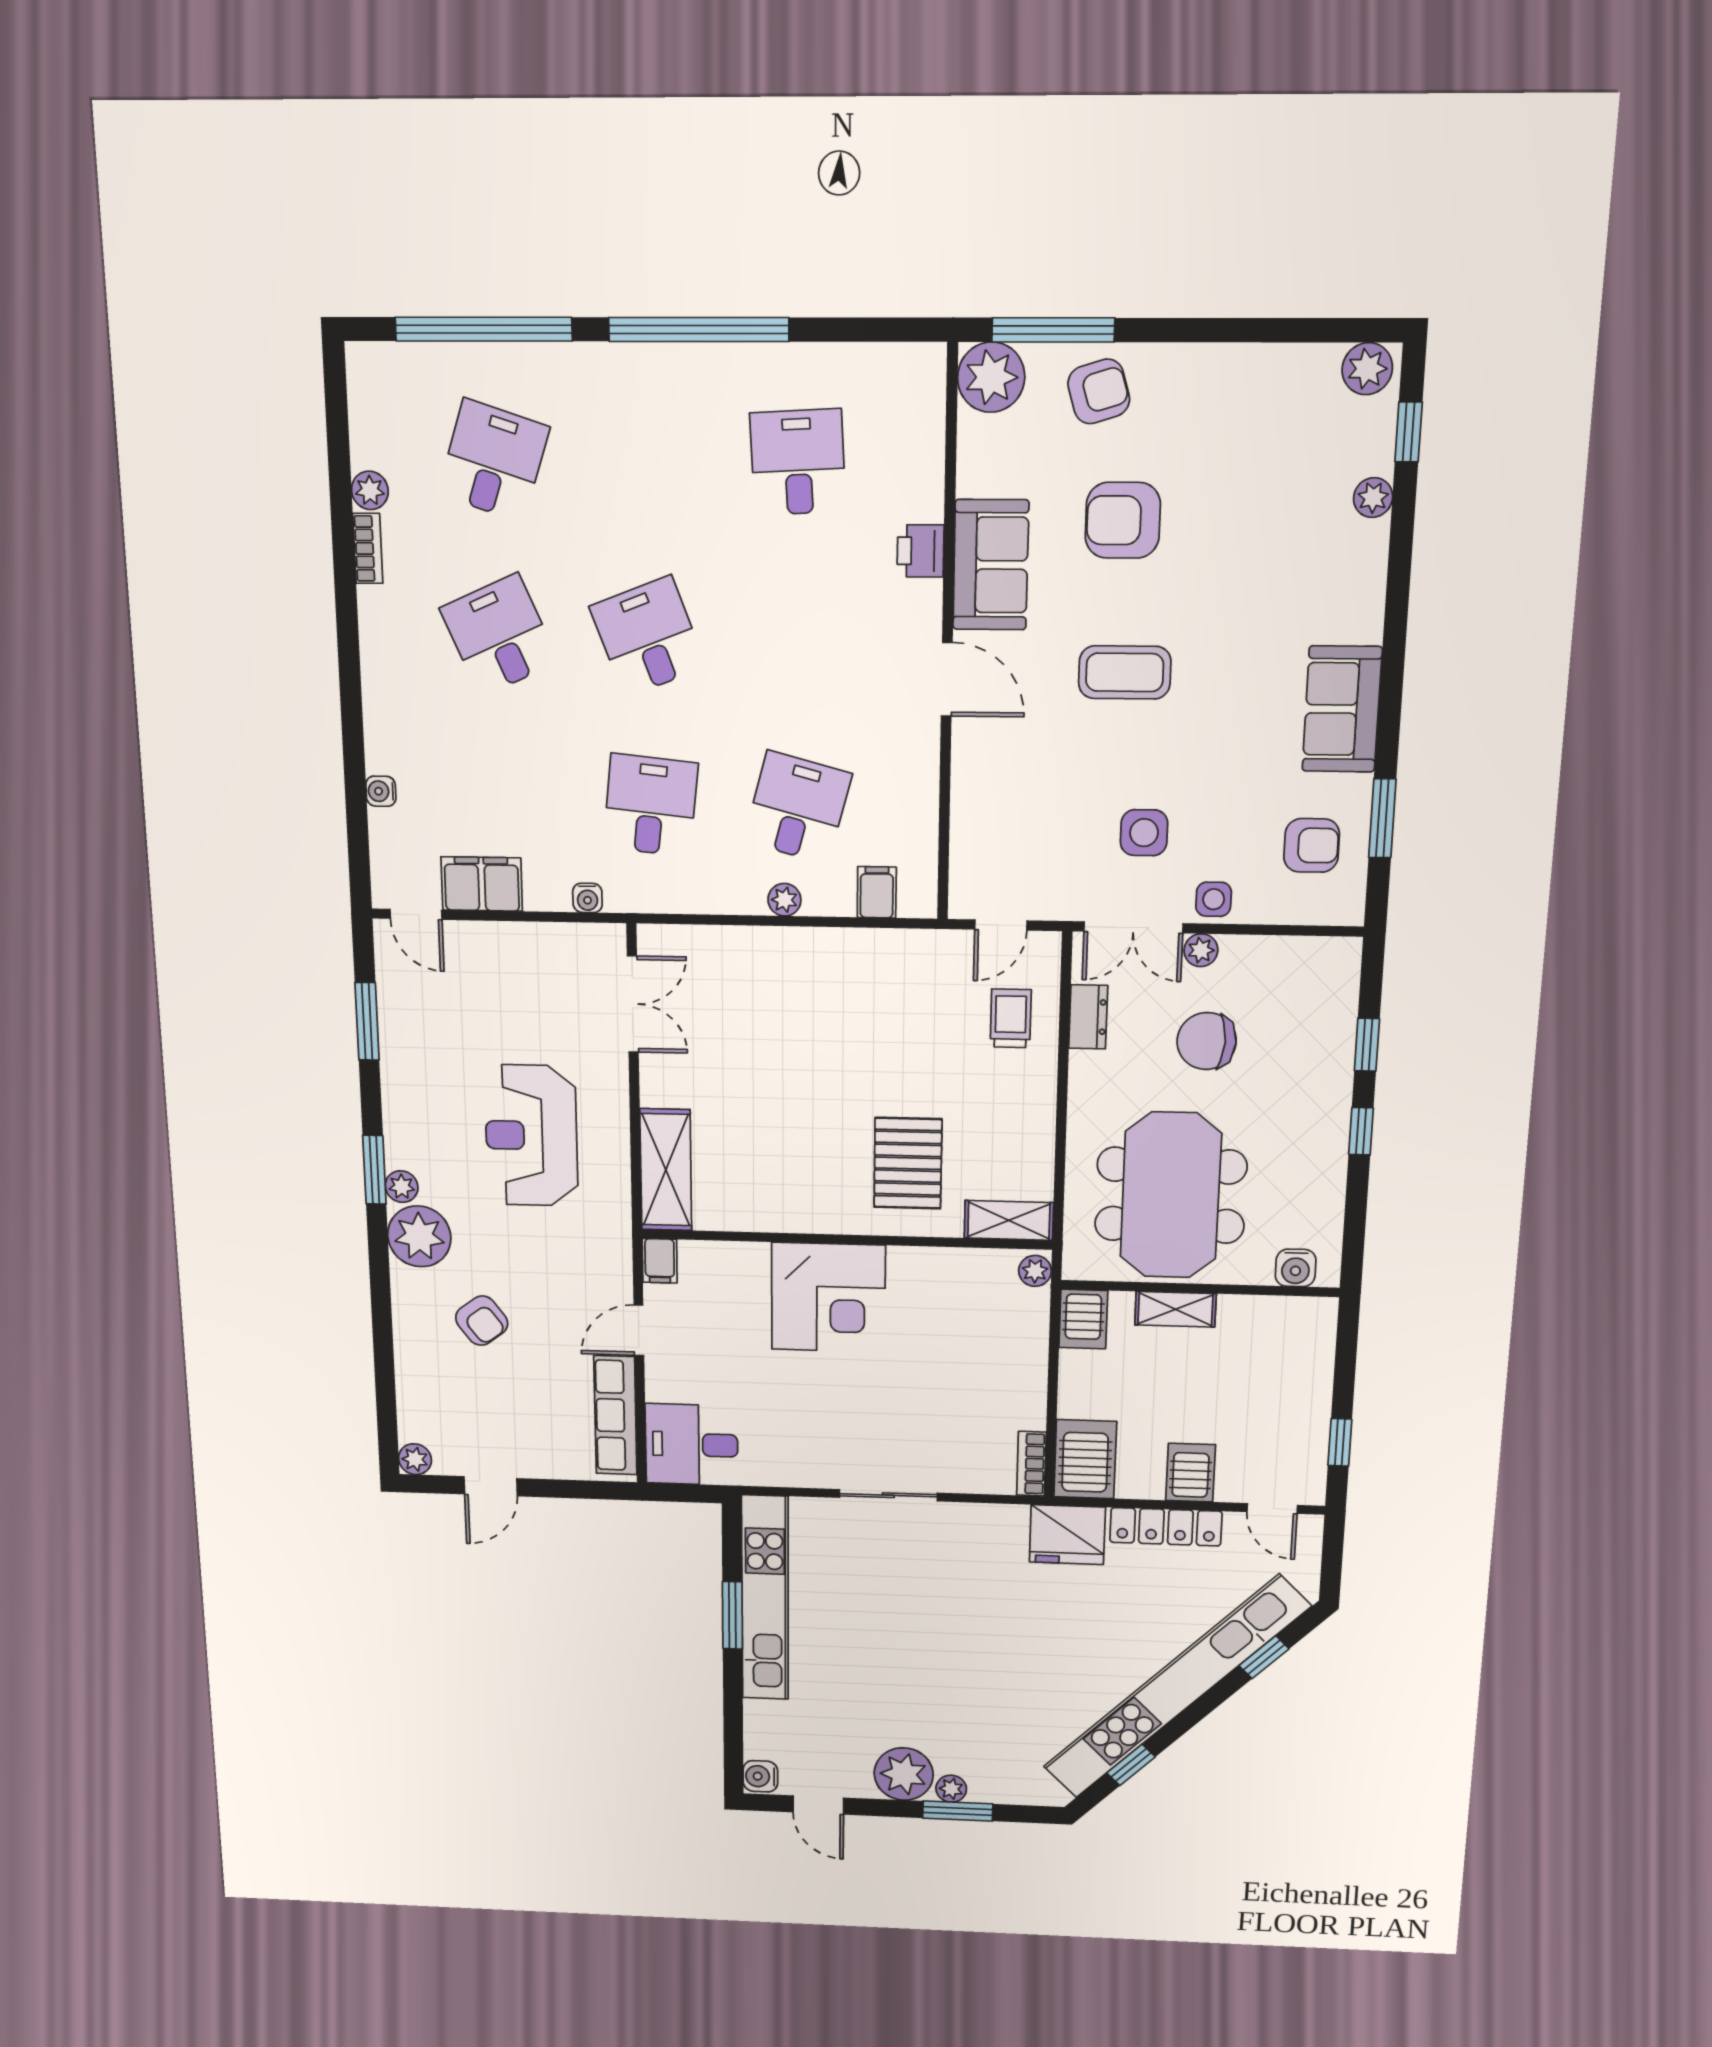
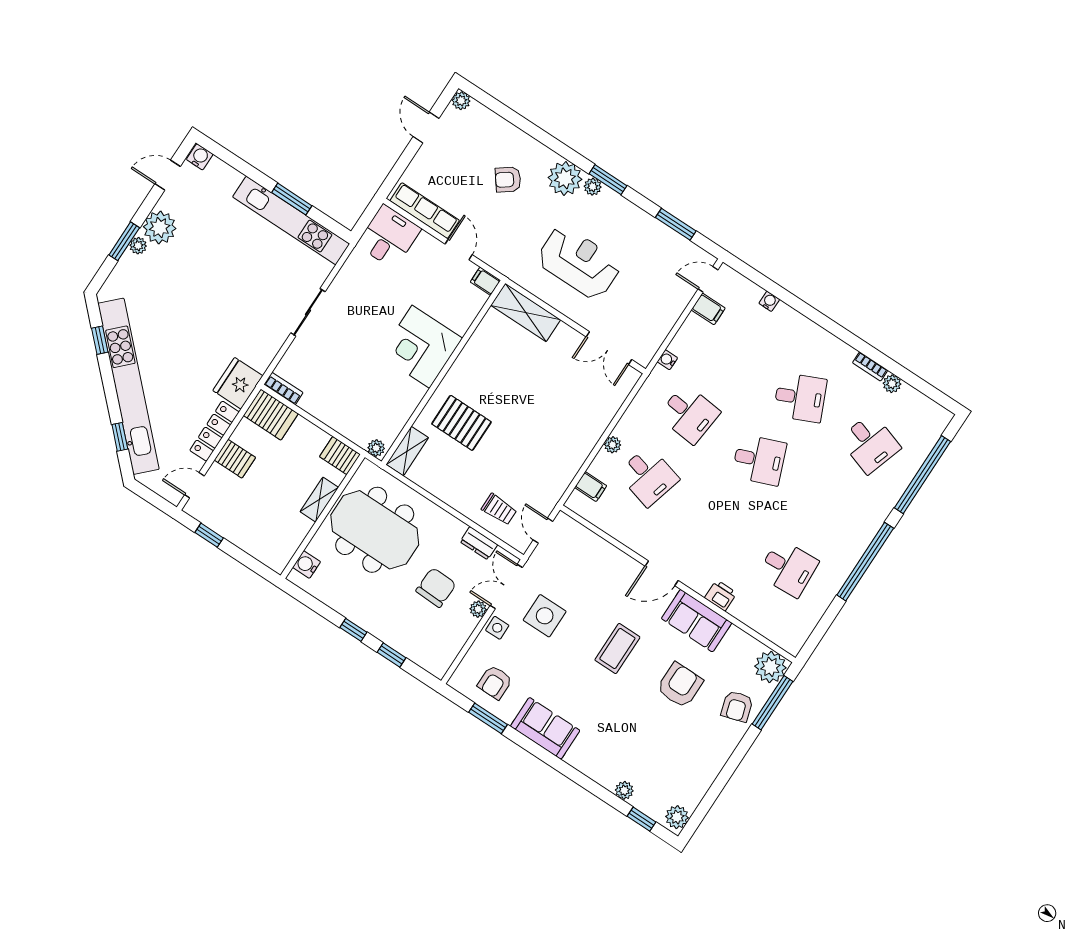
side table: (1144, 833) -> (545, 616), width x1.37, depth x1.37
filing cabinet: (482, 884) -> (708, 309), width x0.50

